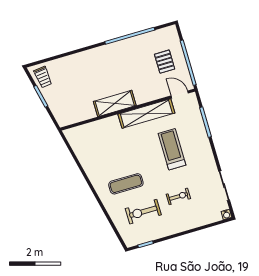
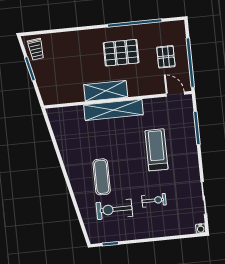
pallet: (122, 66) -> (121, 53), added
shelving: (146, 114) -> (114, 110), moved
exercise mat: (126, 184) -> (102, 177), turned 90

